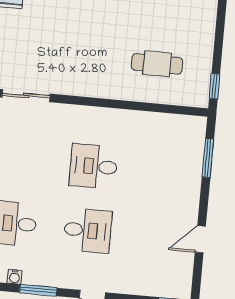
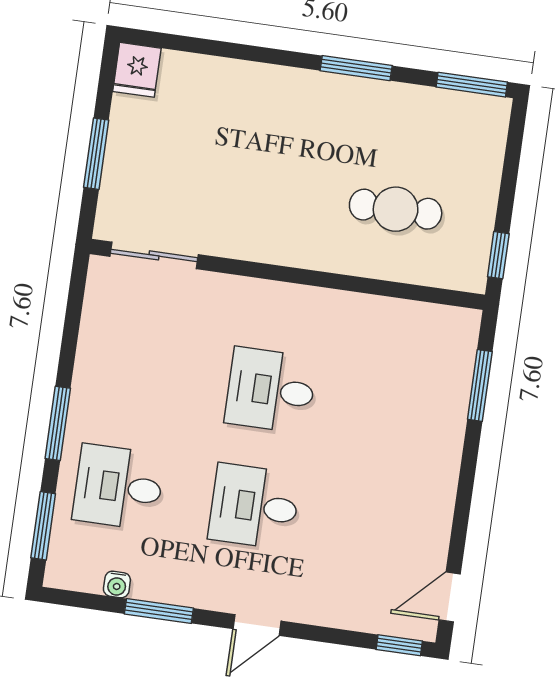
desk: (88, 230) -> (254, 506), turned 180
door: (200, 239) -> (450, 597), moved

